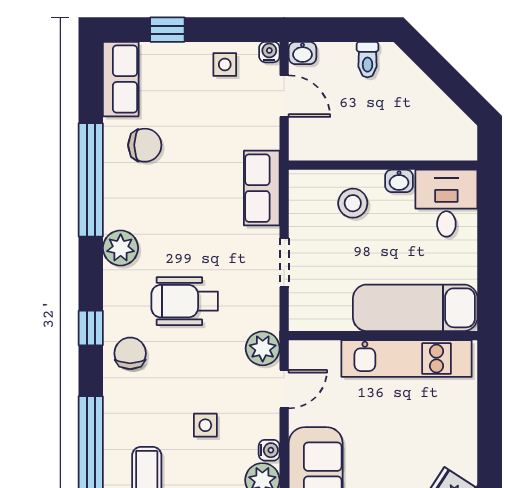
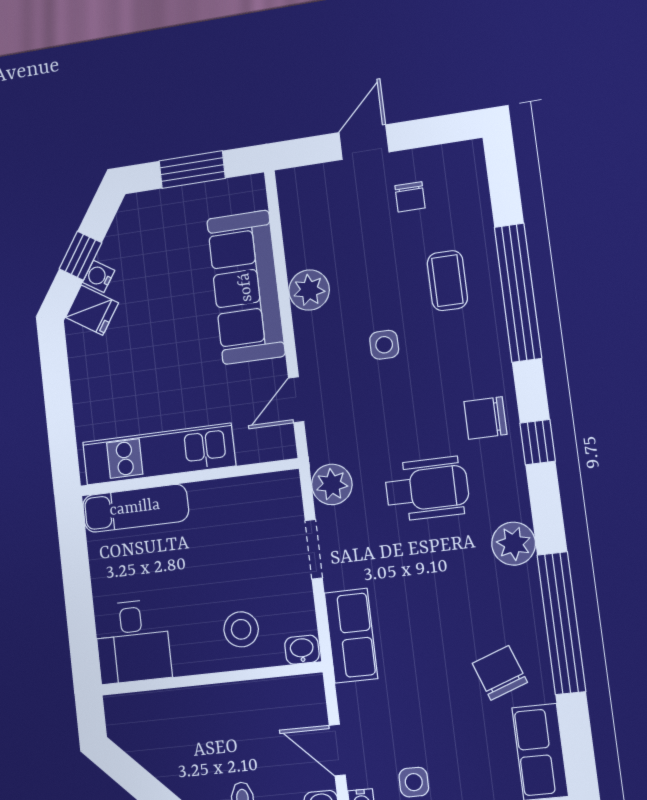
chair: (145, 145) -> (500, 673), turned 70
washbasin: (399, 181) -> (302, 650), moved
exam couch: (415, 308) -> (135, 508), width x0.73, depth x0.69
plant: (263, 348) -> (332, 484), moved
chair: (130, 353) -> (485, 418), turned 90
water cooler: (269, 450) -> (305, 326), removed

